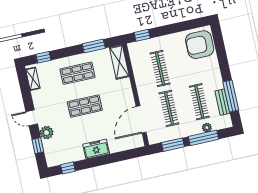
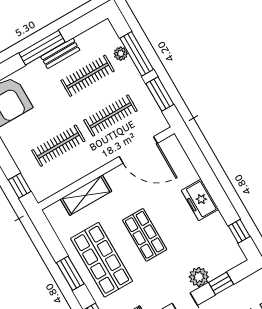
window: (94, 46) -> (70, 273), moved
shelving: (119, 62) -> (86, 195), moved
shop shelf: (78, 73) -> (102, 260), width x1.43, depth x1.36
window: (231, 96) -> (42, 48), moved
bench: (222, 102) -> (60, 53), moved

